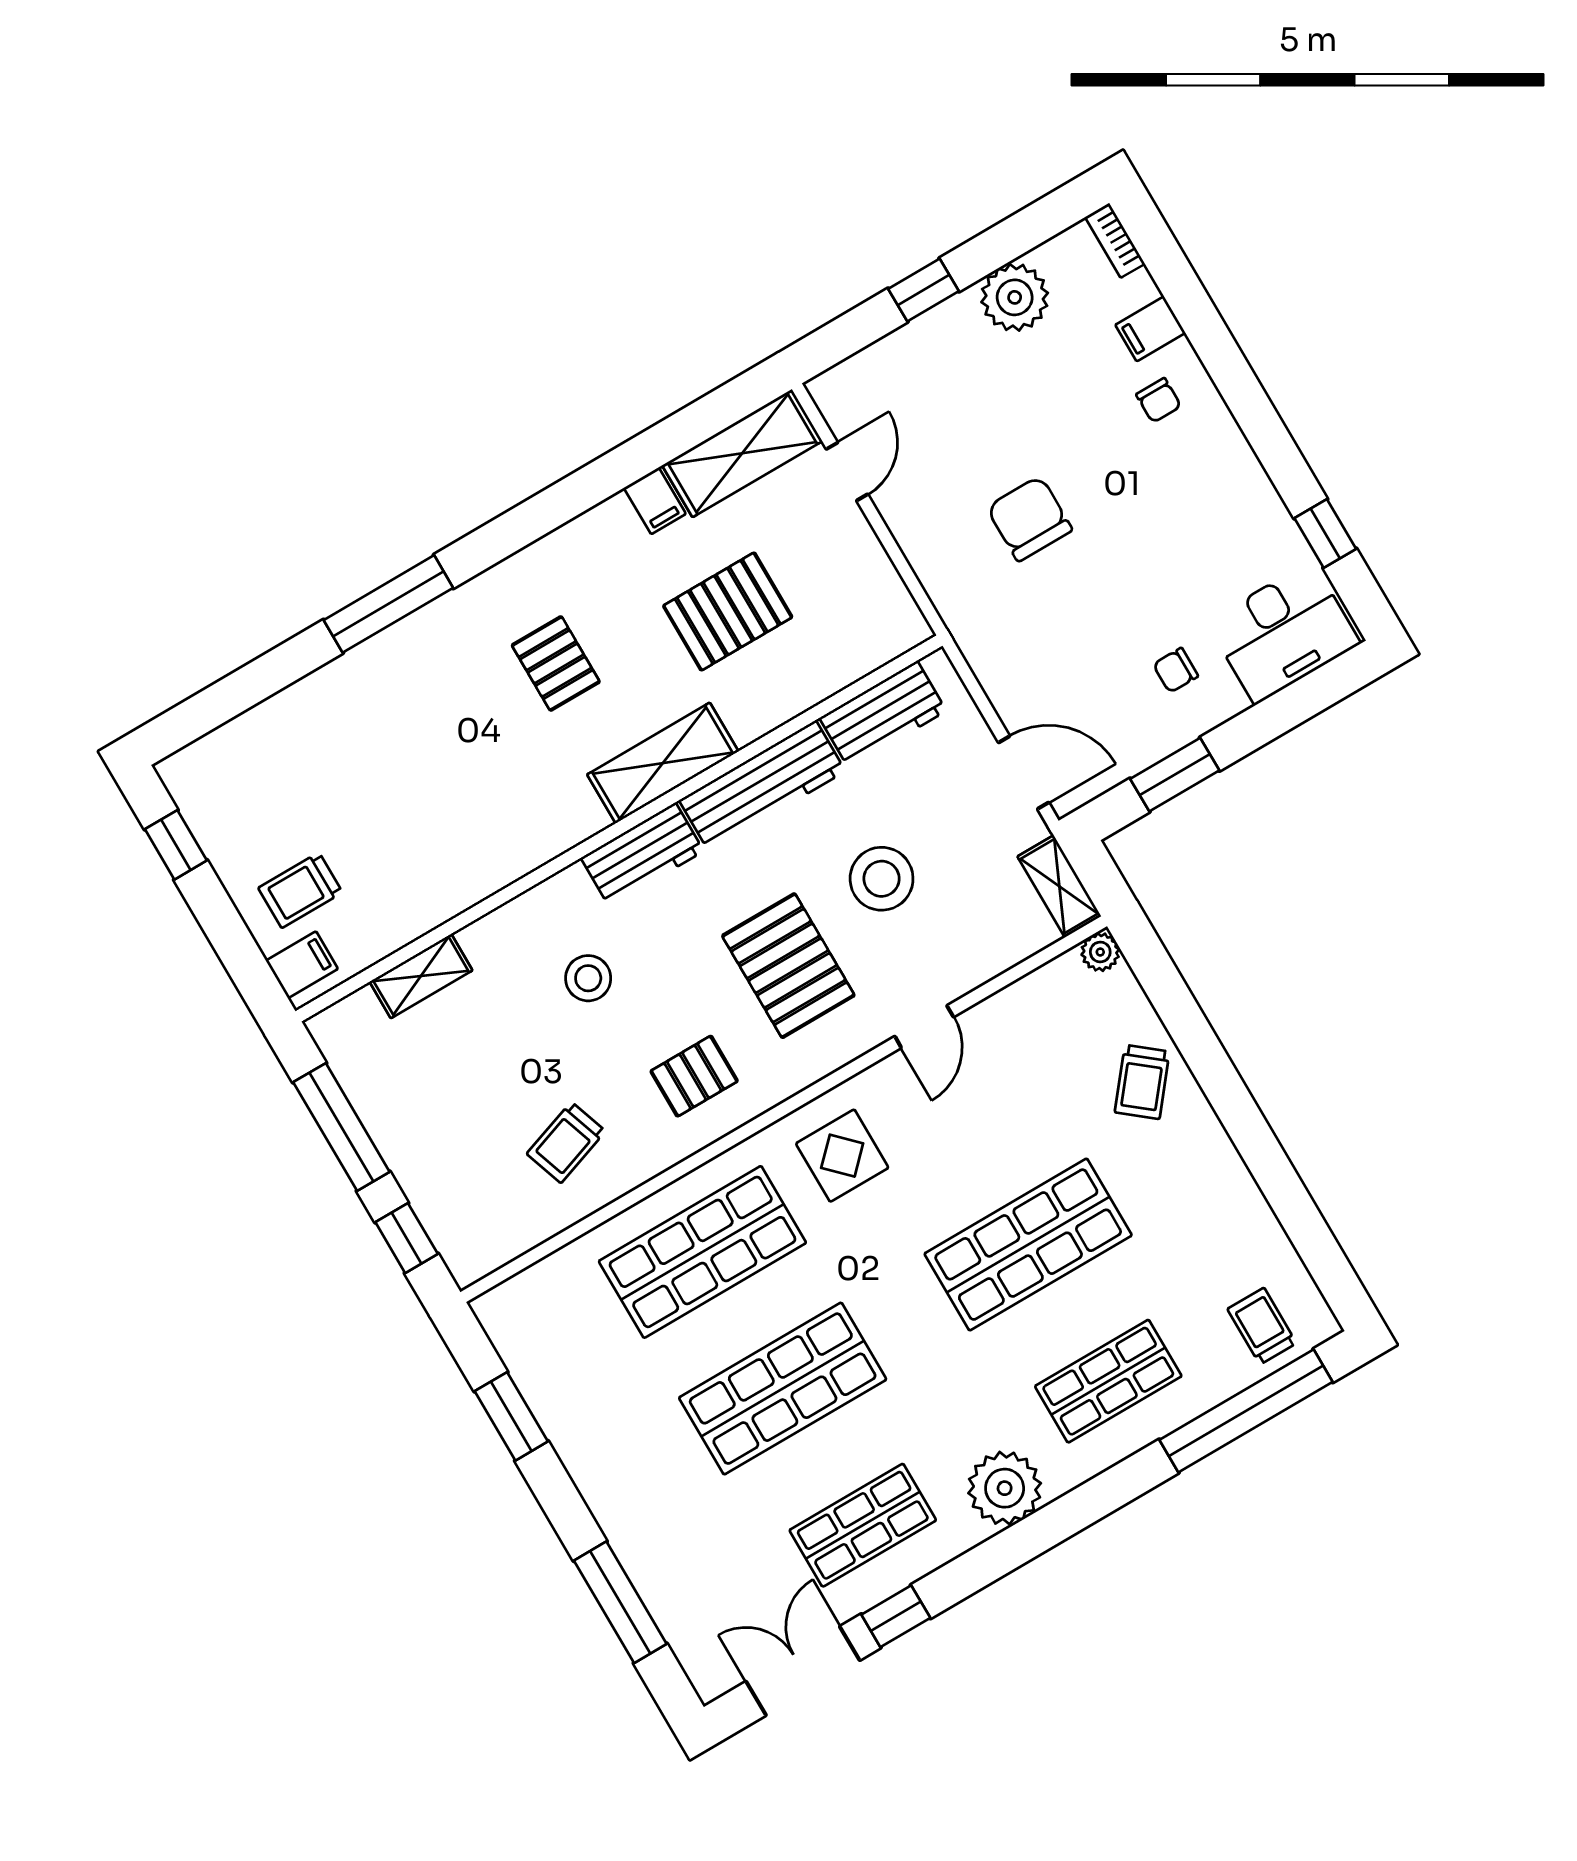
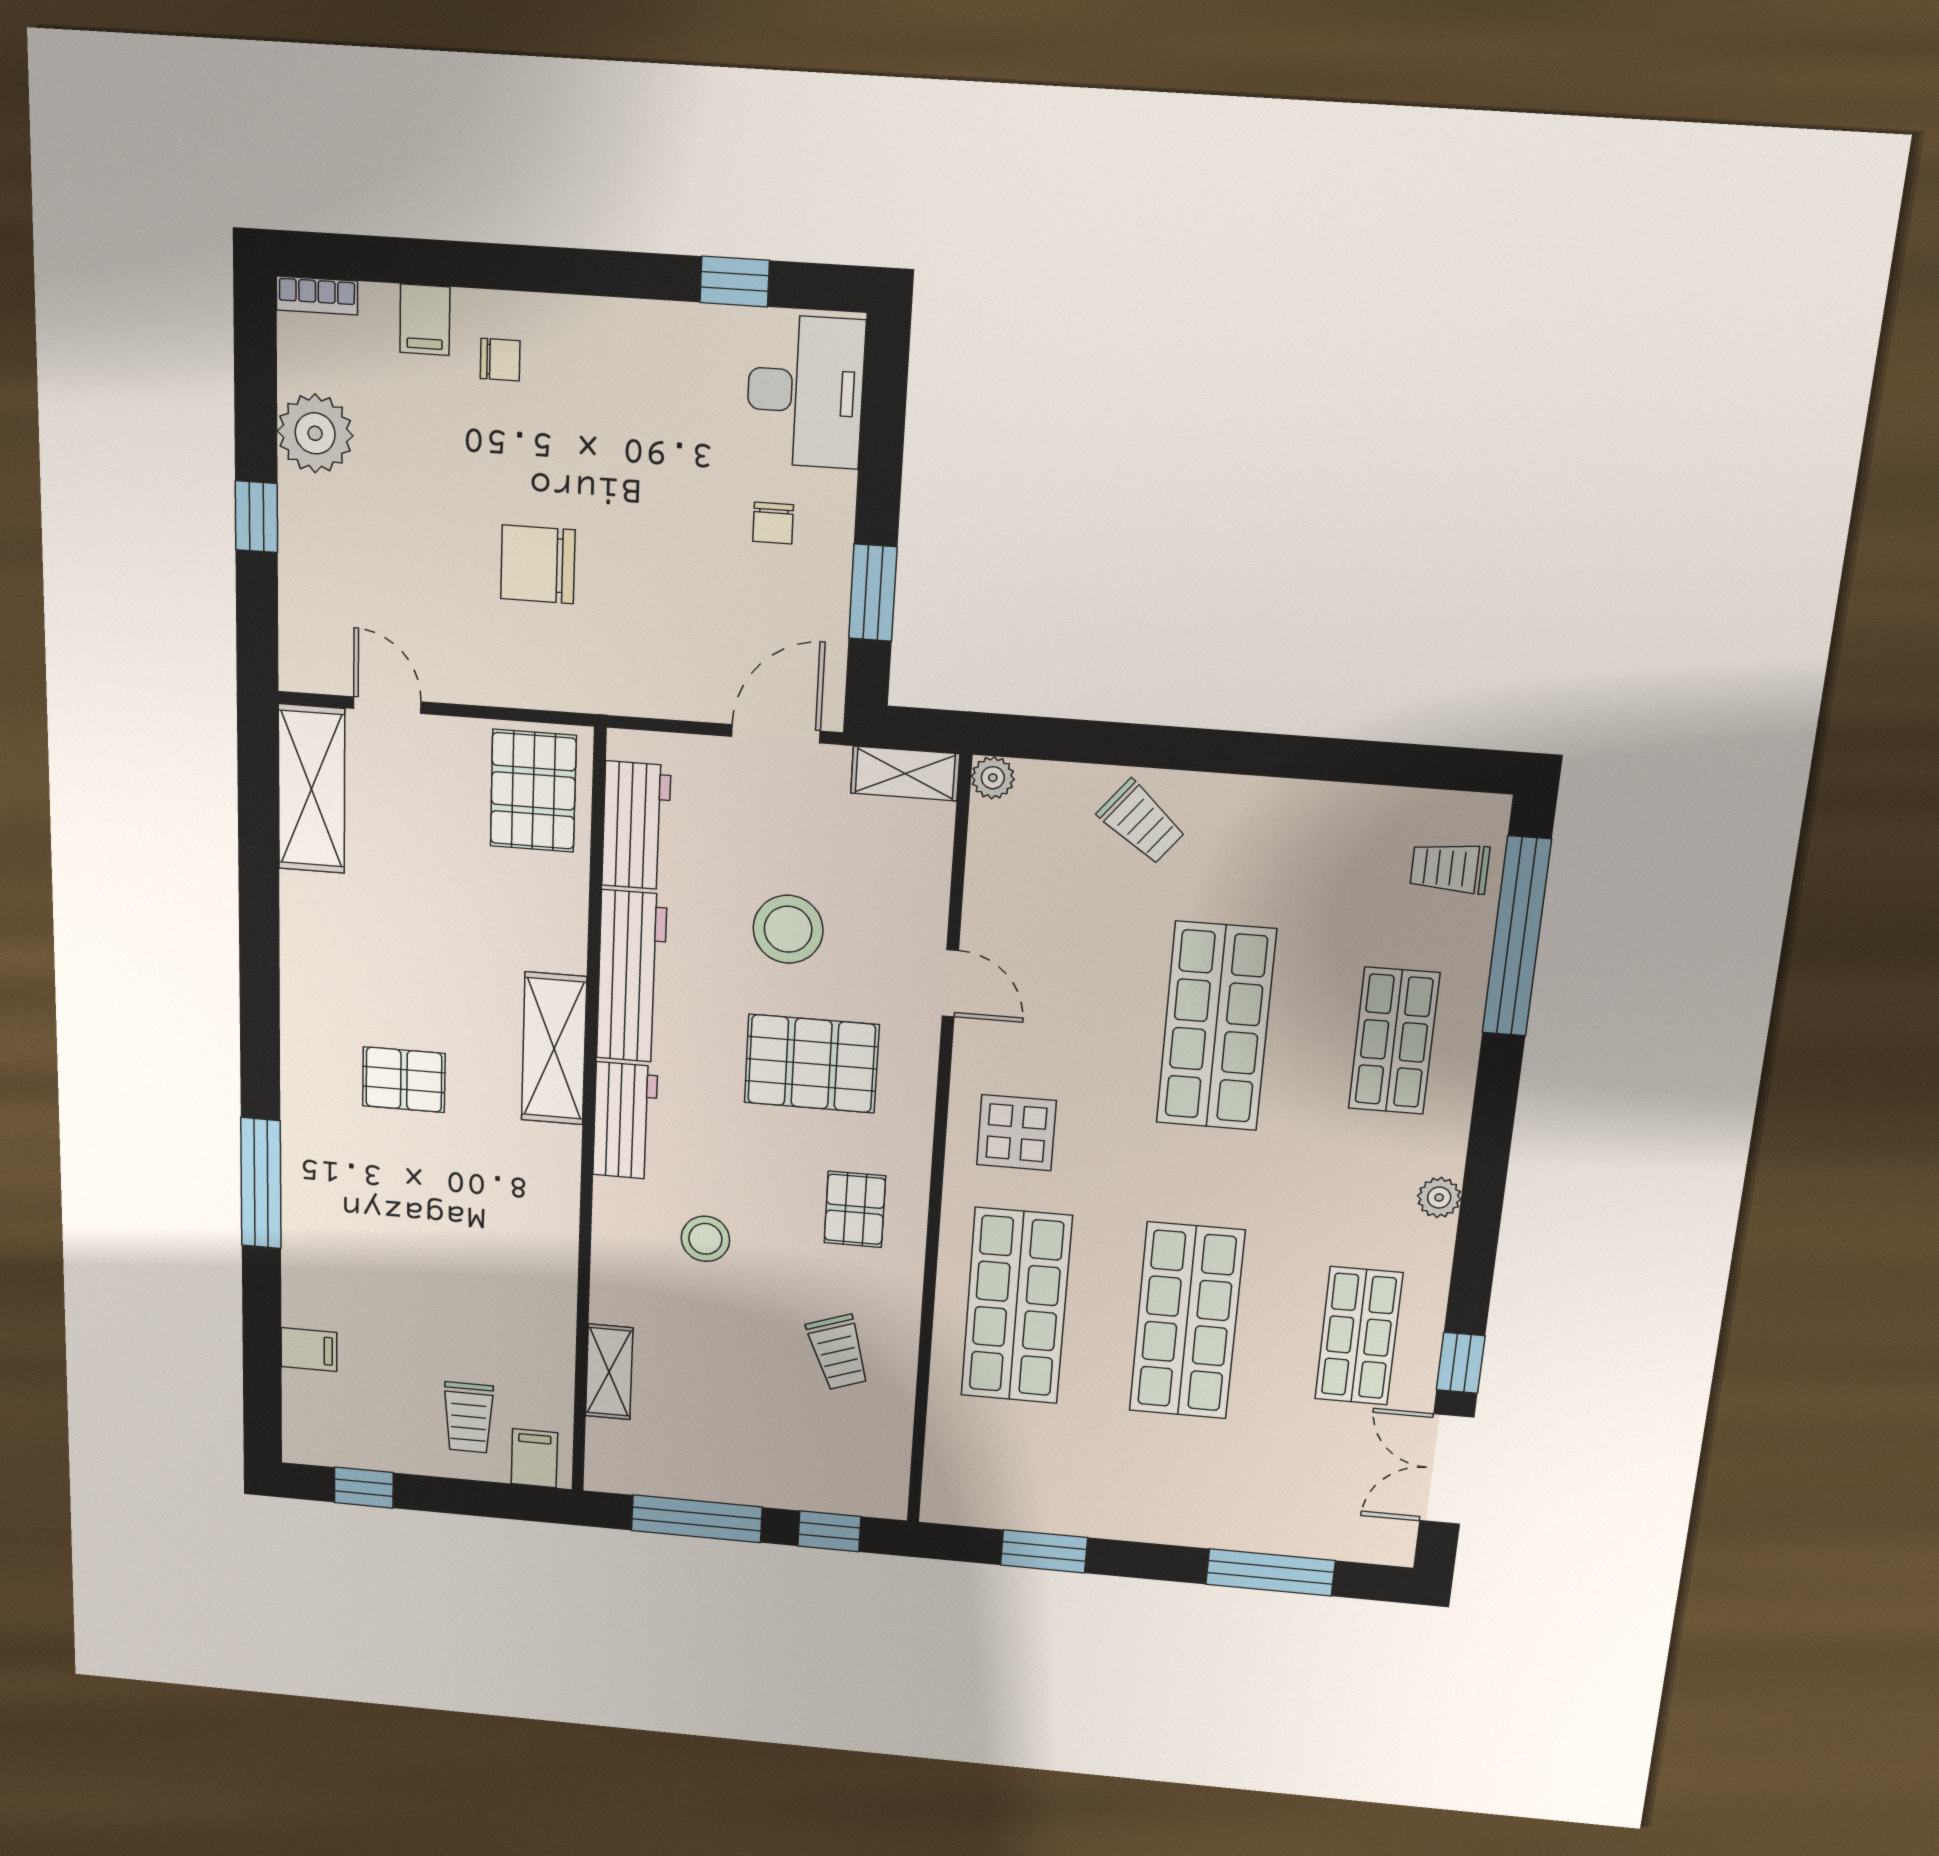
filing cabinet: (655, 501) -> (309, 1349), moved
pallet: (728, 611) -> (533, 791), moved
plant: (1005, 1488) -> (1439, 1198), width x0.53, depth x0.53

